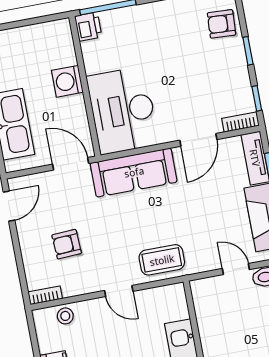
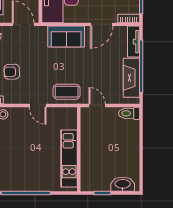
sofa: (134, 172) -> (66, 37), width x0.73
door: (236, 269) -> (97, 105), moved

